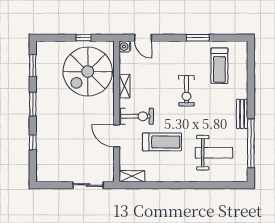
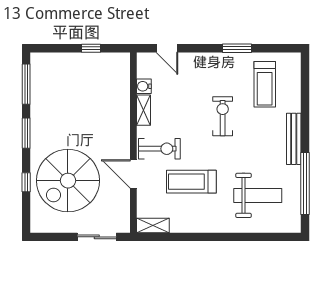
water cooler: (125, 47) -> (144, 86), moved
window: (33, 66) -> (26, 84), width x1.44
spiral stairs: (88, 72) -> (68, 181), moved
exercise bike: (186, 91) -> (223, 116), turned 180
bench: (242, 114) -> (294, 139), width x1.36
treadmill: (162, 142) -> (191, 182), turned 180

